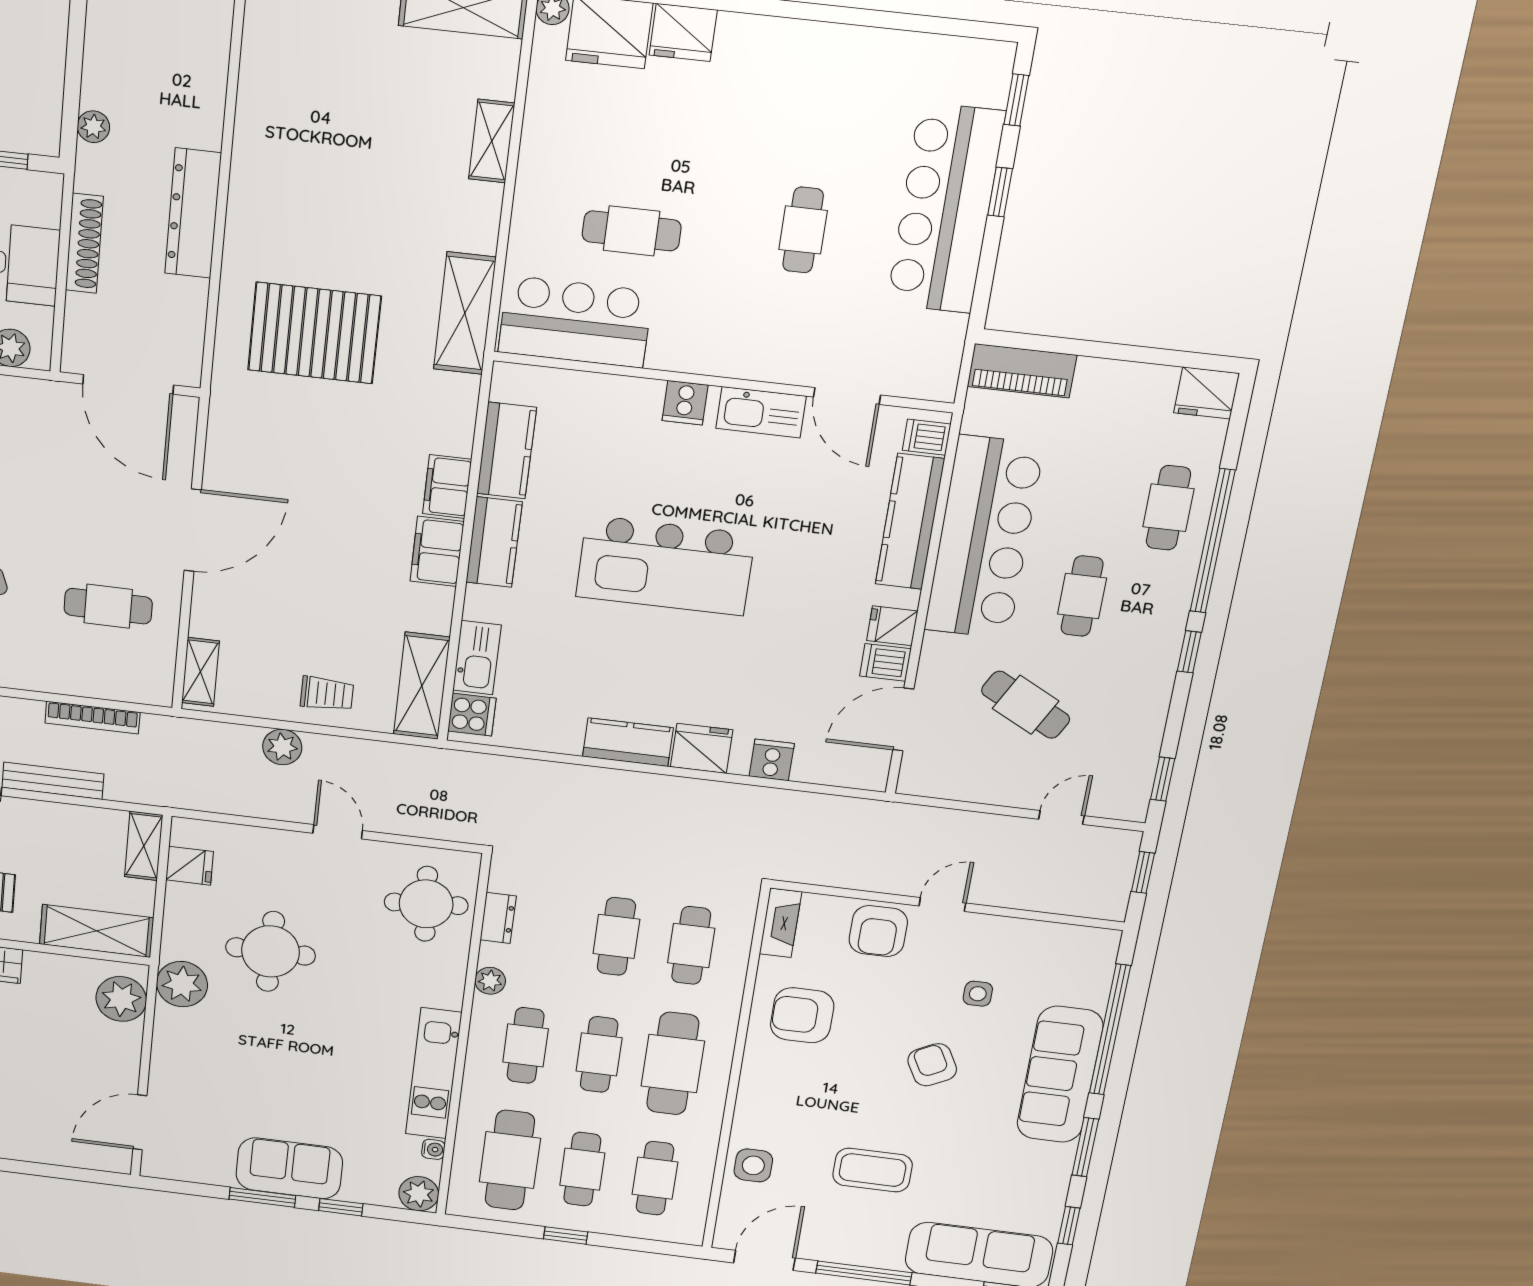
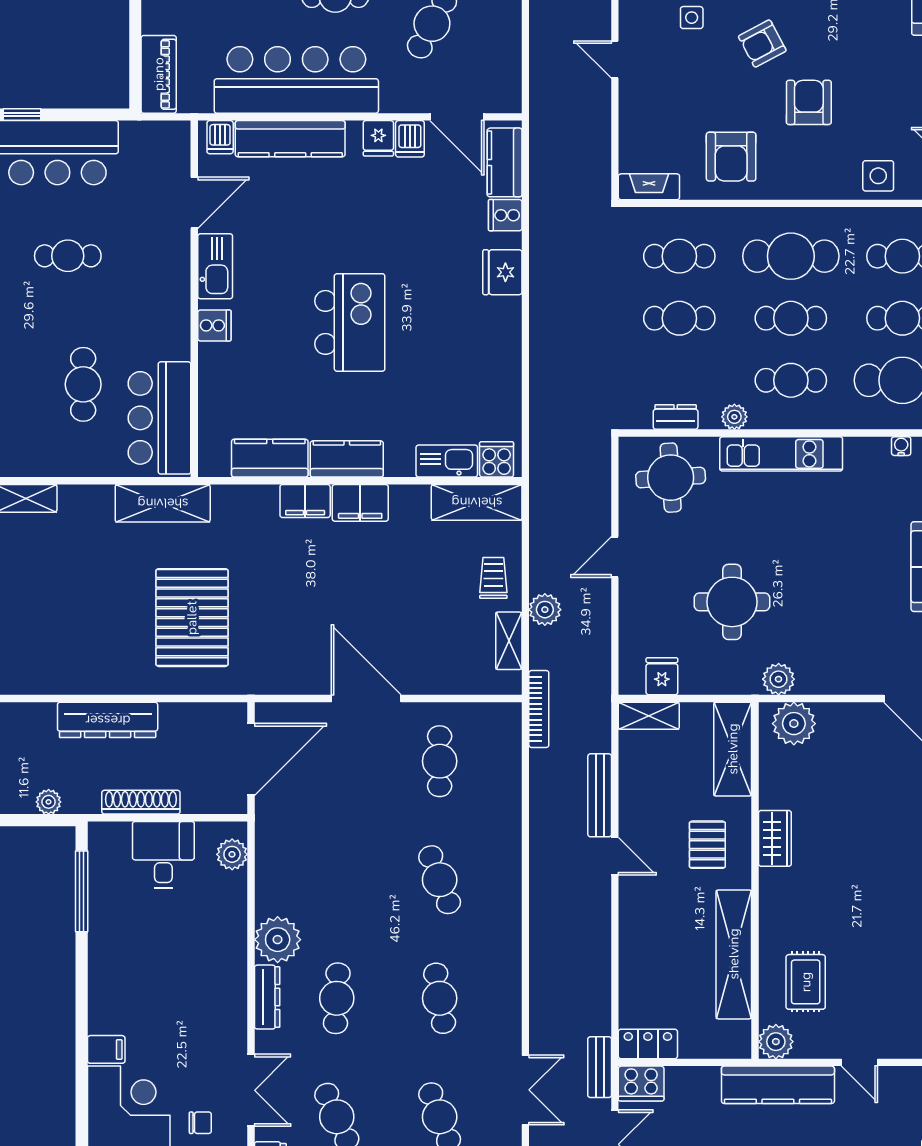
kitchen island: (665, 565) -> (350, 322), width x0.73
shelving: (200, 672) -> (509, 641), moved, turned 90
bookcase: (92, 718) -> (539, 709), moved
kitchen counter: (628, 742) -> (505, 162), moved
armchair: (878, 931) -> (809, 102), moved, turned -90
plant: (182, 984) -> (779, 679), width x0.73, depth x0.73
kitchen unit: (434, 1073) -> (781, 454), moved
coffee table: (873, 1170) -> (868, 76), removed

